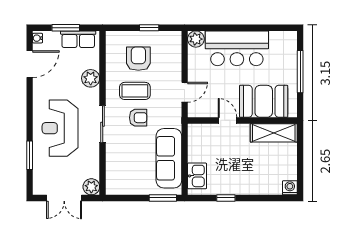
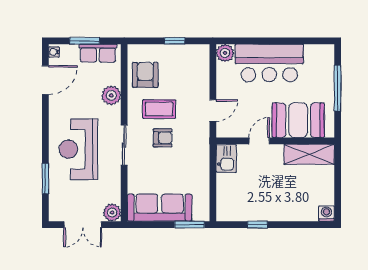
armchair: (138, 59) -> (145, 75), moved
door: (228, 120) -> (259, 141), hinge flipped
sofa: (169, 158) -> (160, 208), moved, turned 90
kitchen sink: (197, 176) -> (226, 158), moved

